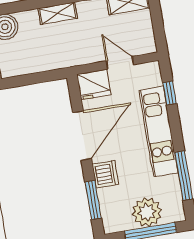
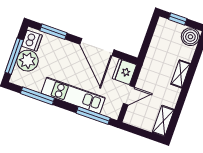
window: (170, 93) -> (93, 115), width x2.17
dishwasher: (105, 174) -> (32, 41), moved, turned -90

